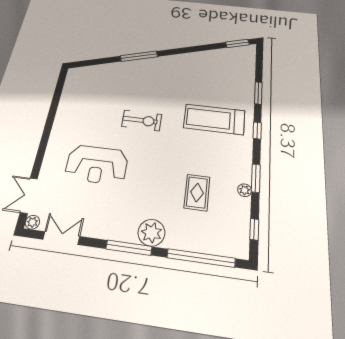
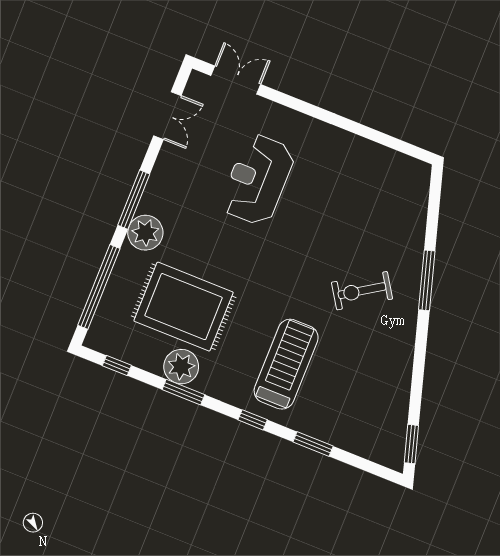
exercise bike: (142, 120) -> (362, 291), moved, turned 57
plant: (245, 190) -> (181, 367), width x1.88, depth x1.88
rug: (197, 192) -> (184, 307), width x1.86, depth x2.06
plant: (32, 222) -> (197, 81), removed

